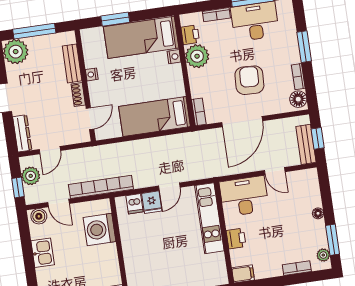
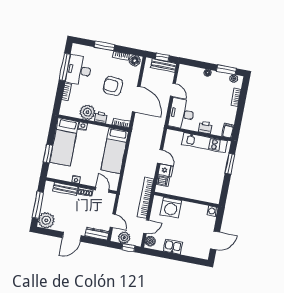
printer: (190, 35) -> (101, 117), moved
door: (275, 171) -> (173, 90), hinge flipped
kitchen unit: (209, 218) -> (204, 142), moved

